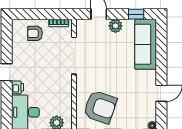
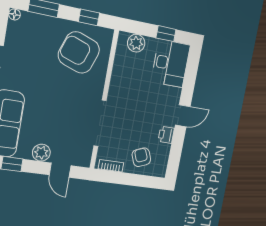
armchair: (35, 33) -> (141, 157), turned -112
printer: (18, 87) -> (166, 135), moved

